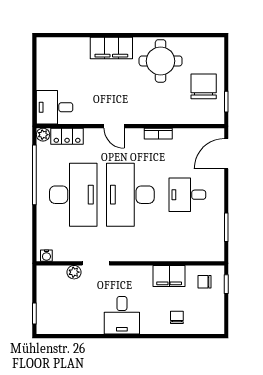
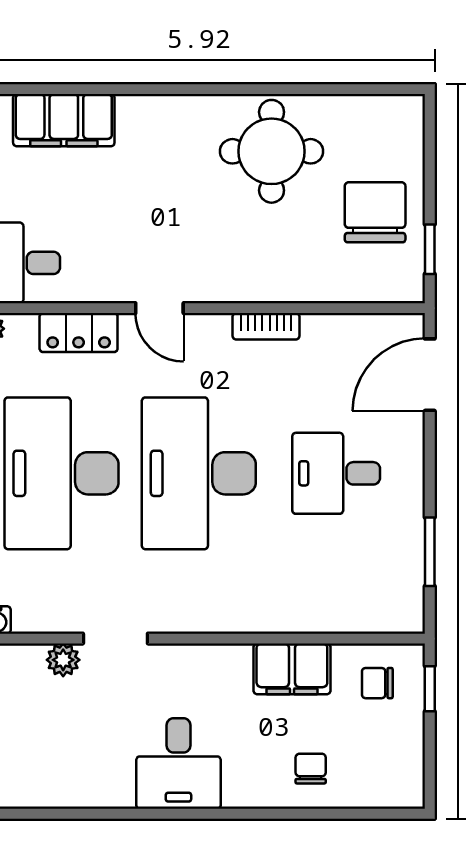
filing cabinet: (111, 48) -> (64, 120), moved
locker: (67, 136) -> (79, 333), moved
desk: (73, 195) -> (62, 473), turned 180

